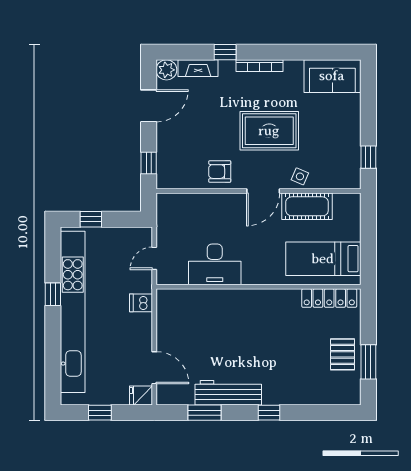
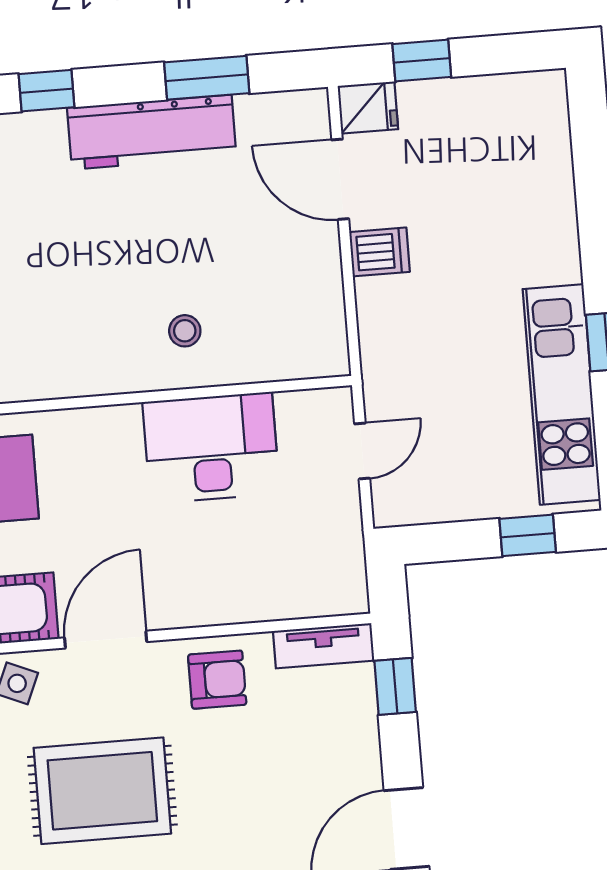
tv unit: (176, 182) -> (324, 646), added
dishwasher: (141, 303) -> (380, 252), moved
kitchen unit: (73, 312) -> (562, 394), width x0.54
stool: (221, 312) -> (185, 331), added
window: (100, 413) -> (422, 60), moved

